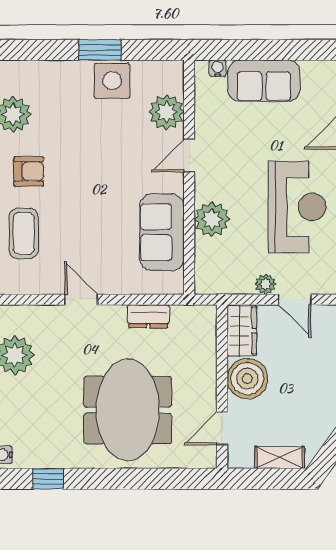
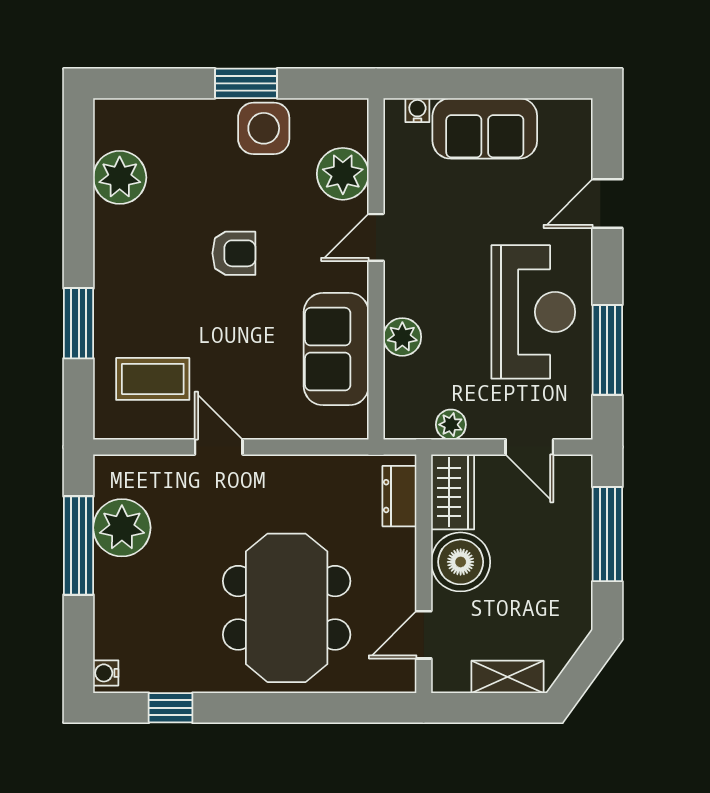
armchair: (29, 171) -> (234, 253), moved
plant: (212, 219) -> (402, 337), width x0.73, depth x0.73
coffee table: (24, 233) -> (153, 379), moved, turned 90
plant: (265, 284) -> (451, 425), moved
dresser: (148, 316) -> (399, 496), moved, turned 90

